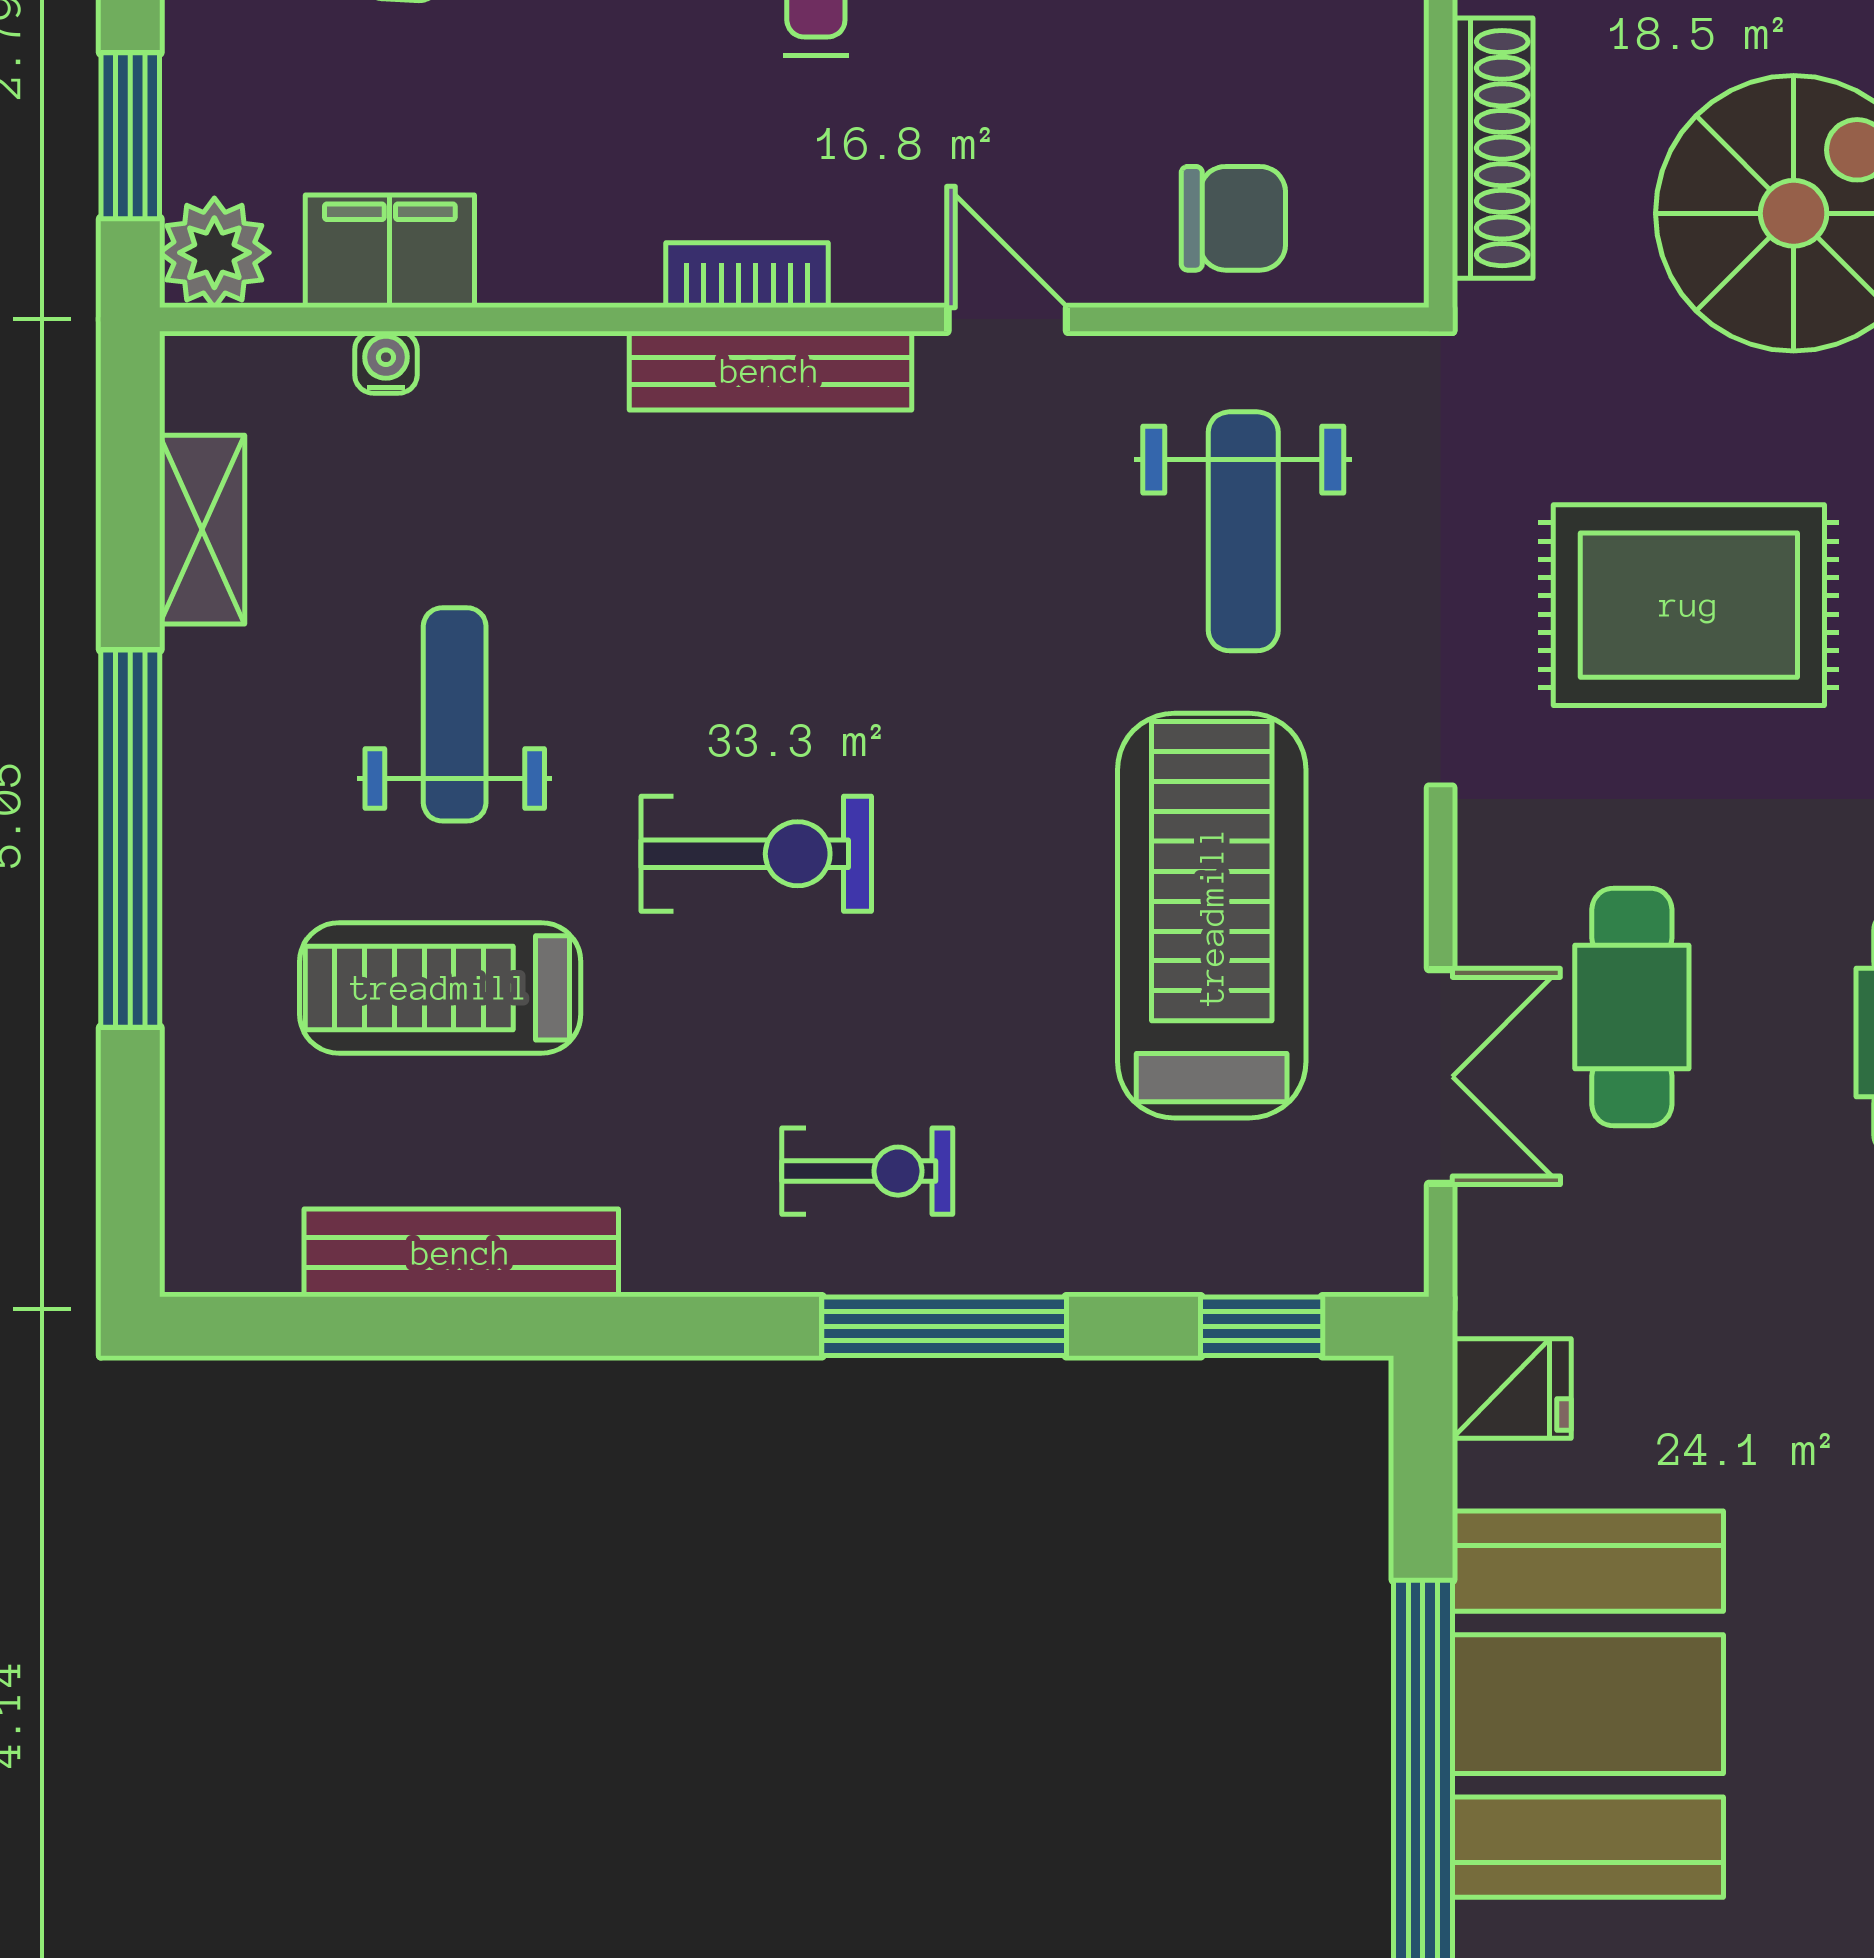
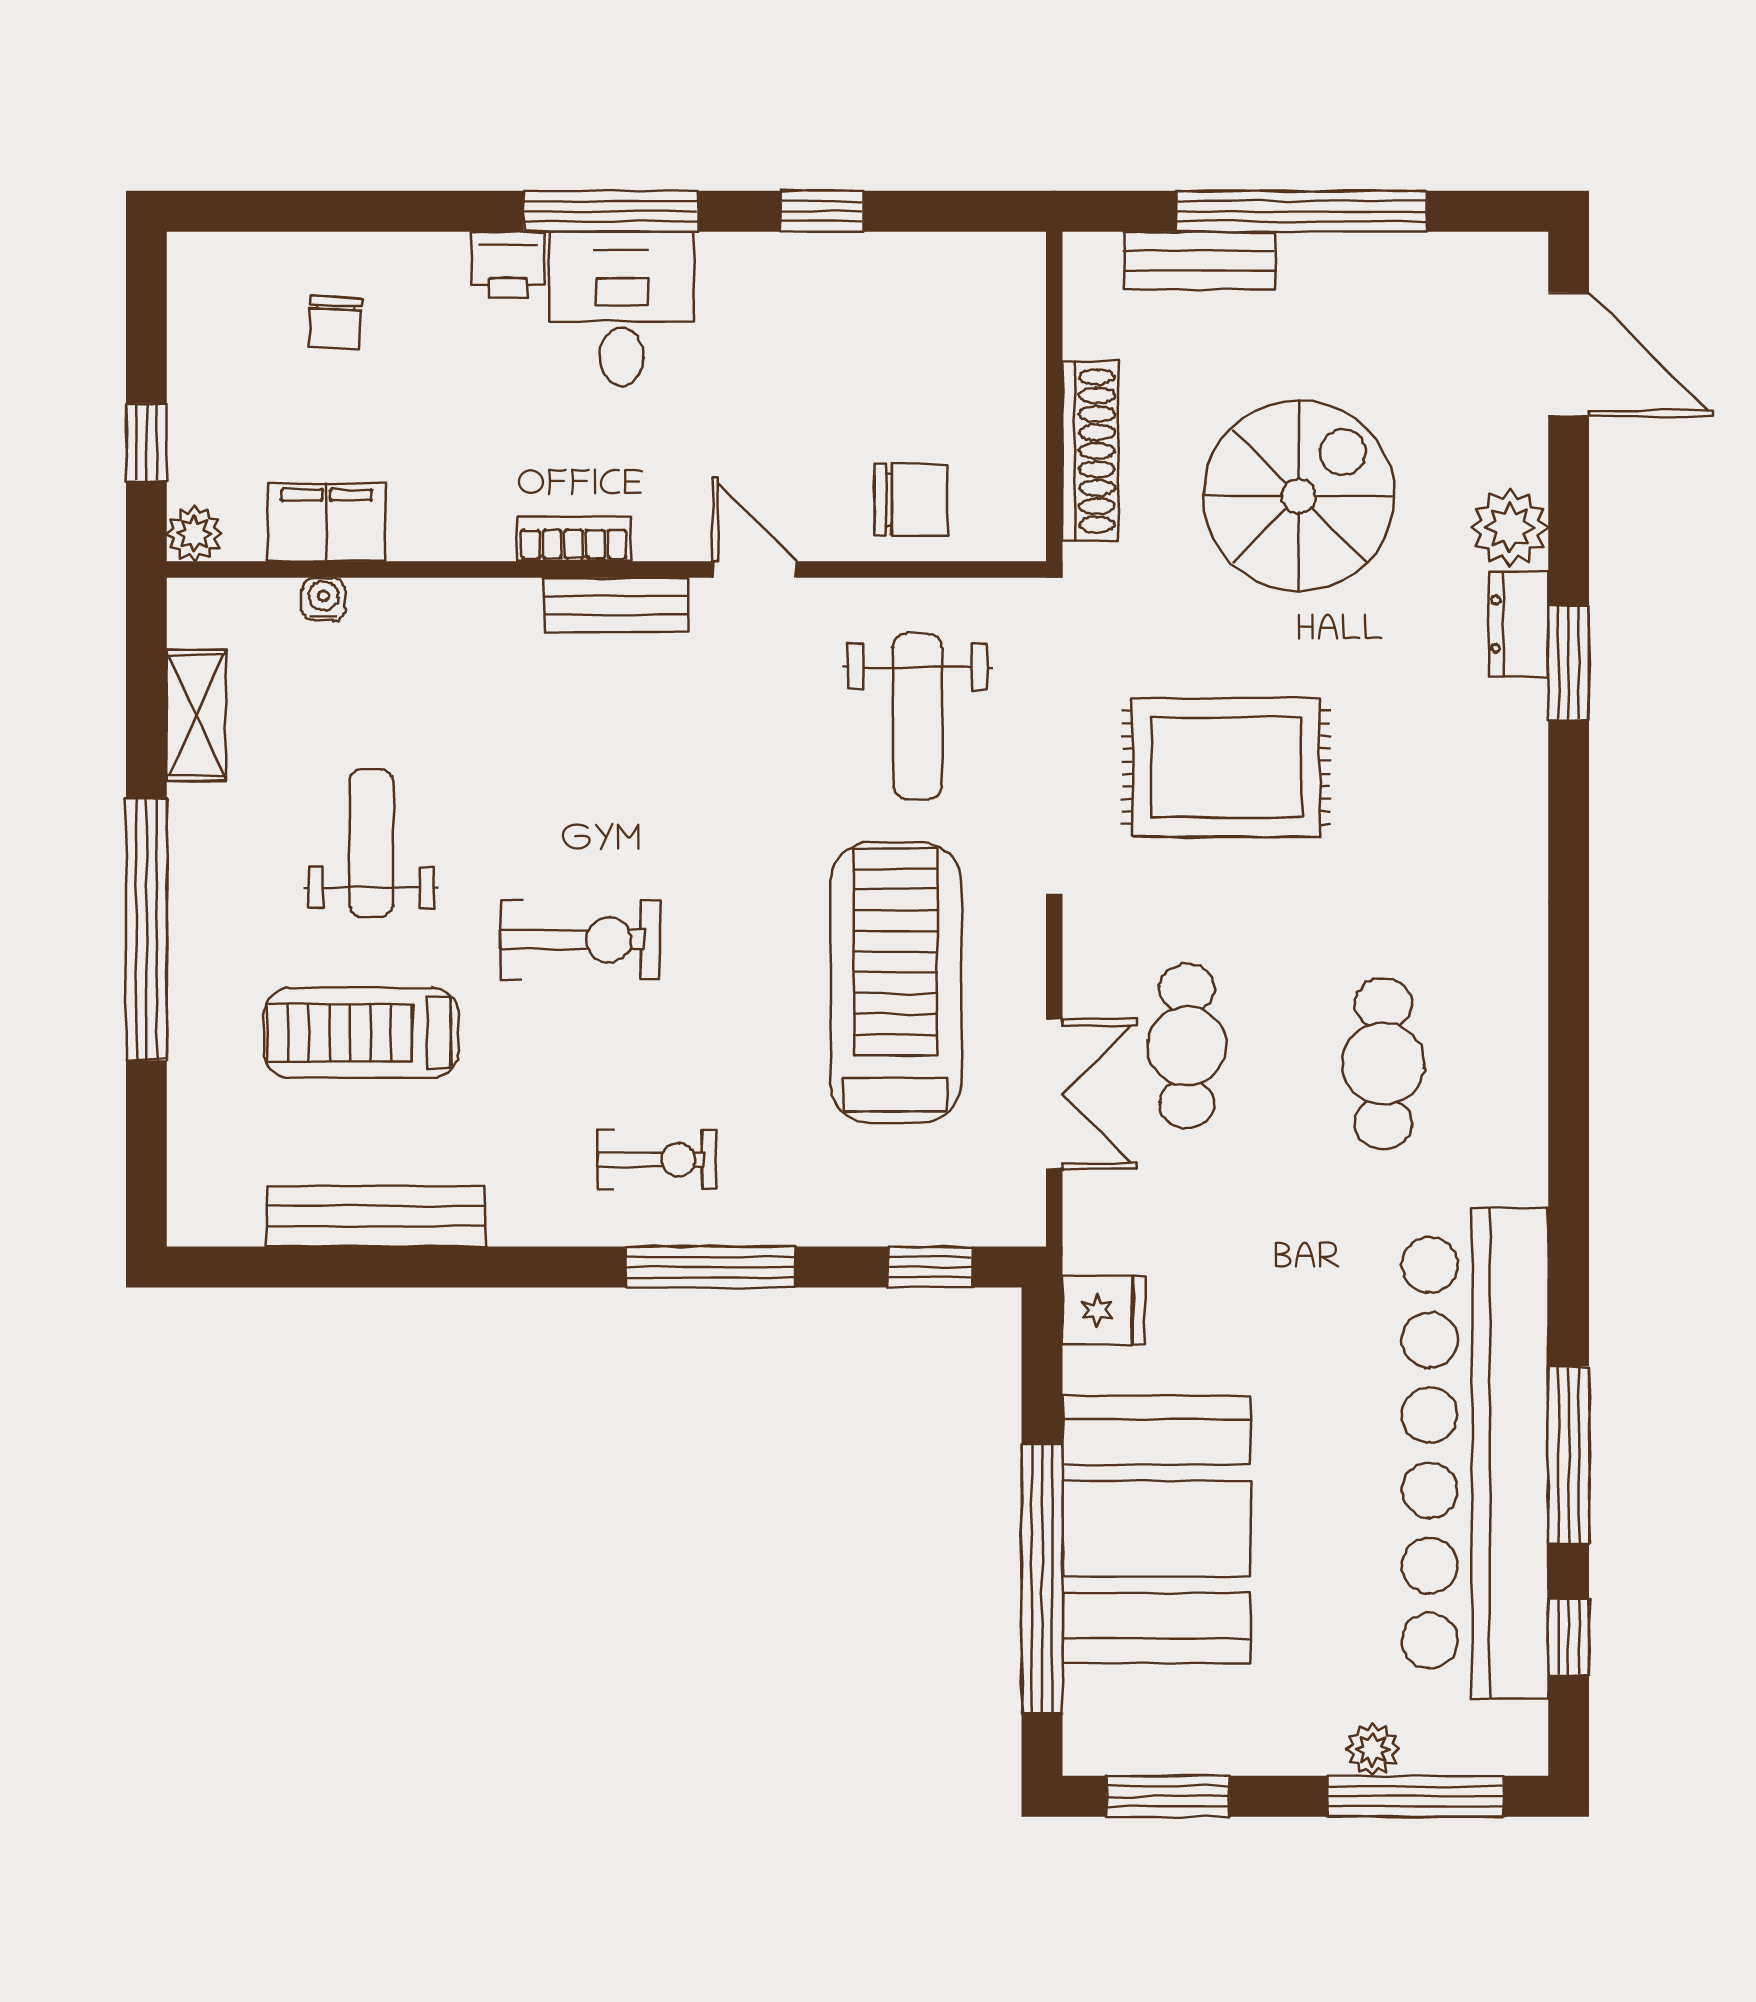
window: (130, 136) -> (146, 442), width x0.67
plant: (214, 253) -> (194, 534), width x0.73, depth x0.73
bench: (770, 371) -> (616, 605), width x0.73

